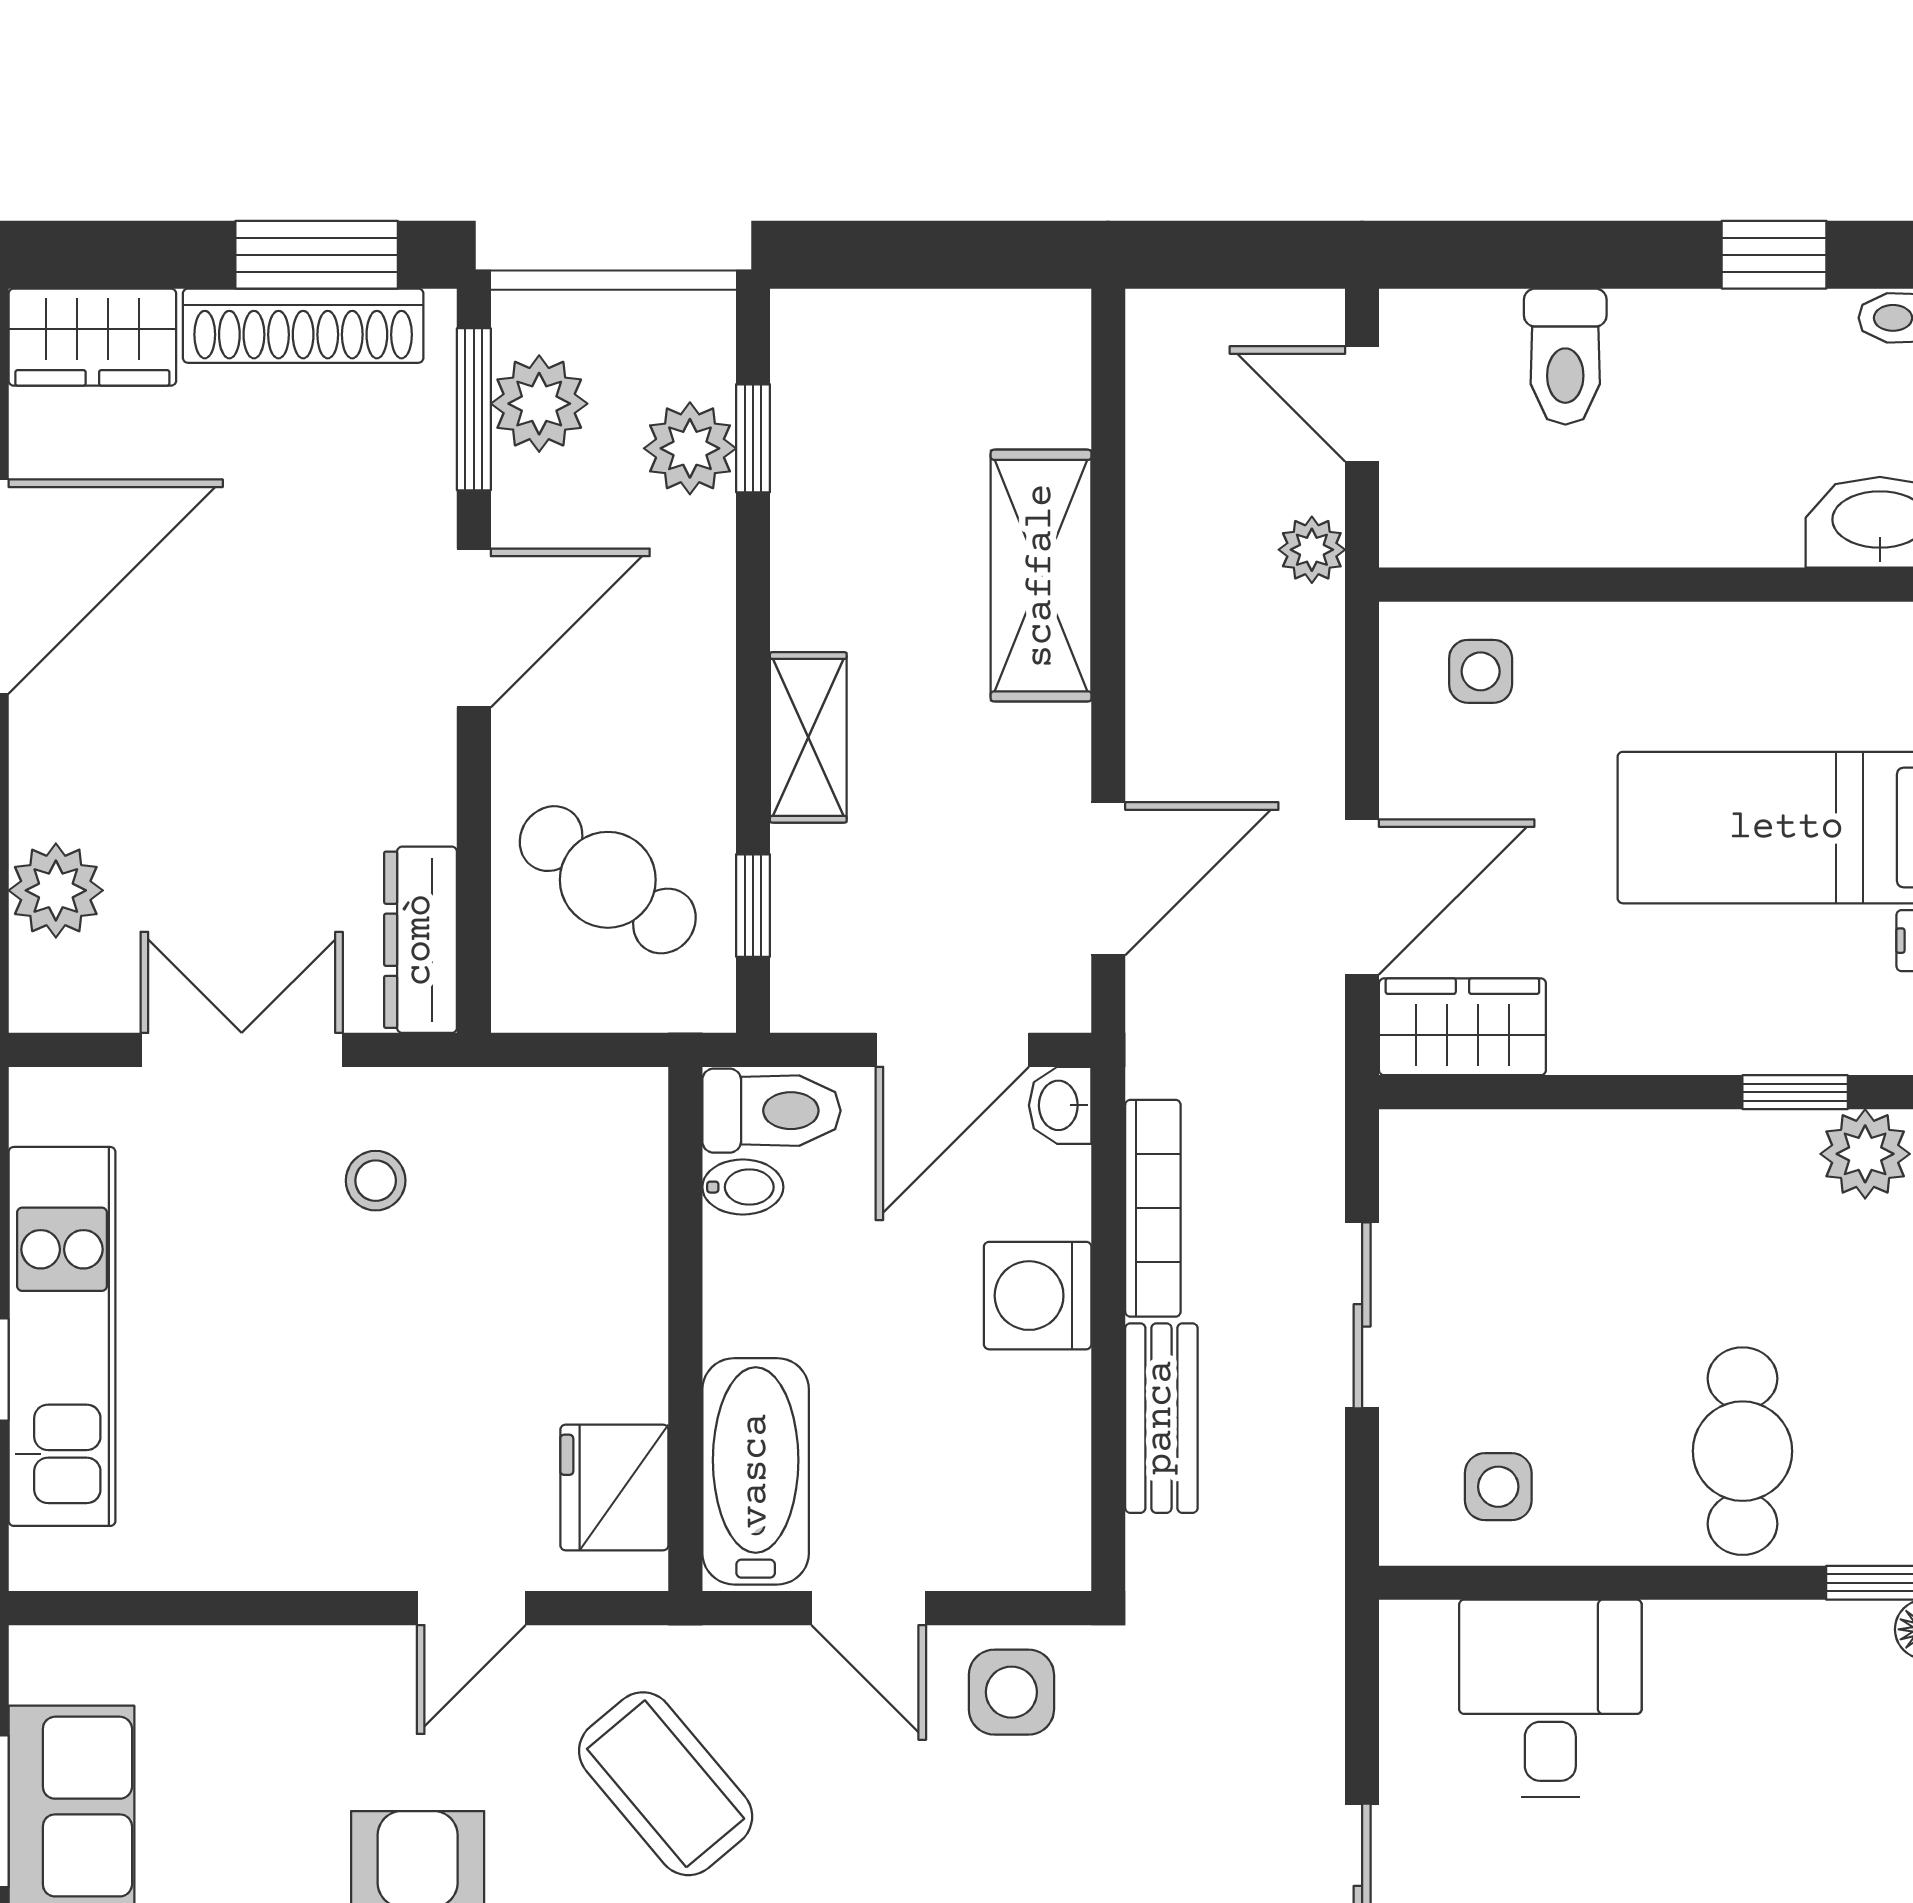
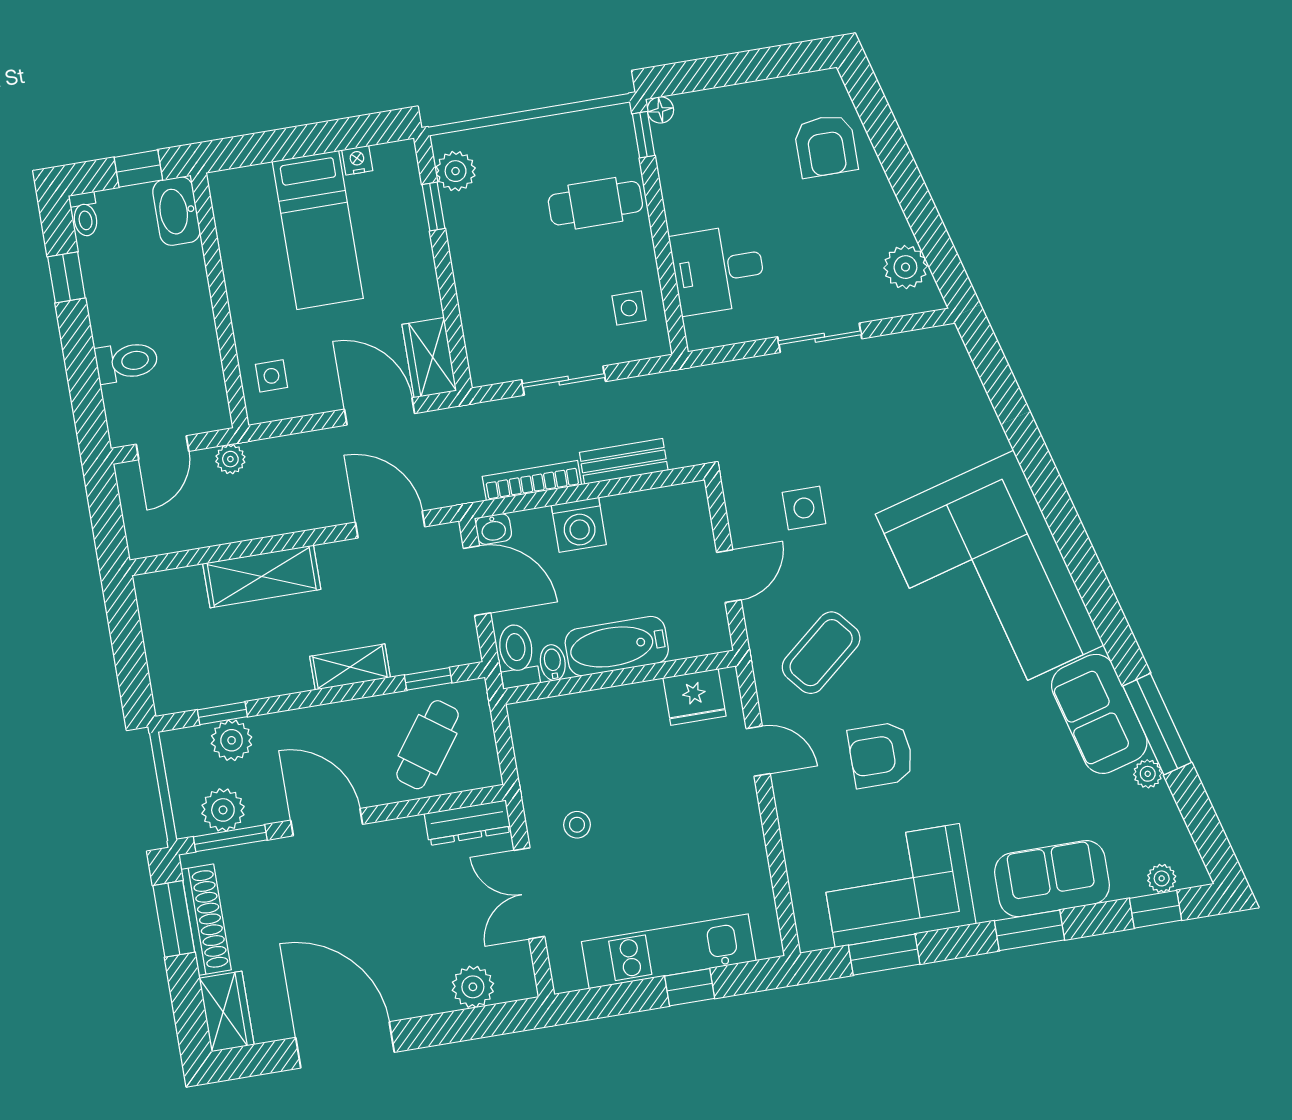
bathtub: (756, 1471) -> (617, 646), moved
side table: (1011, 1692) -> (804, 508), moved

